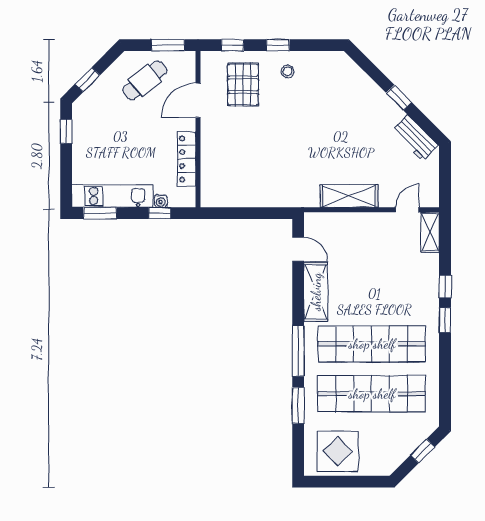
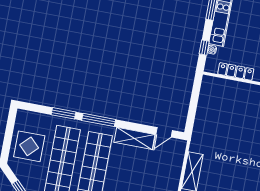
display table: (338, 451) -> (29, 146), moved

